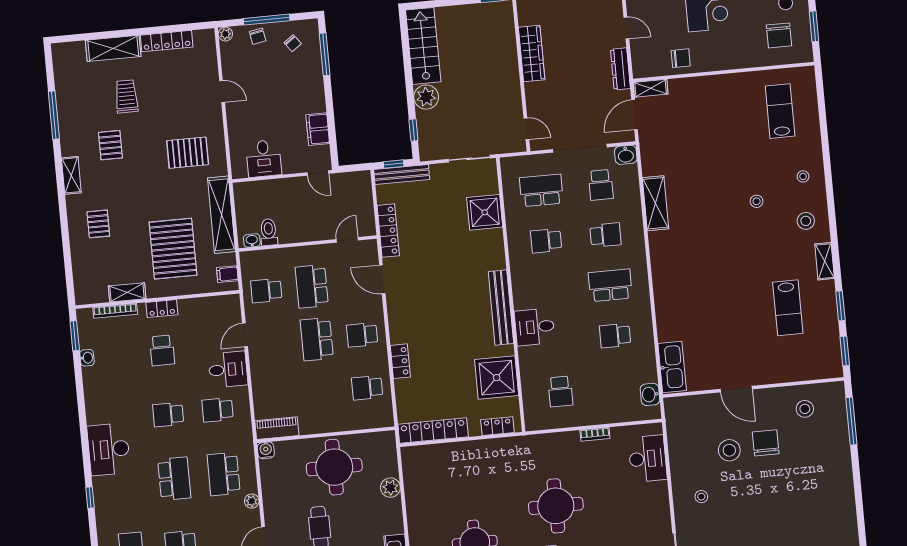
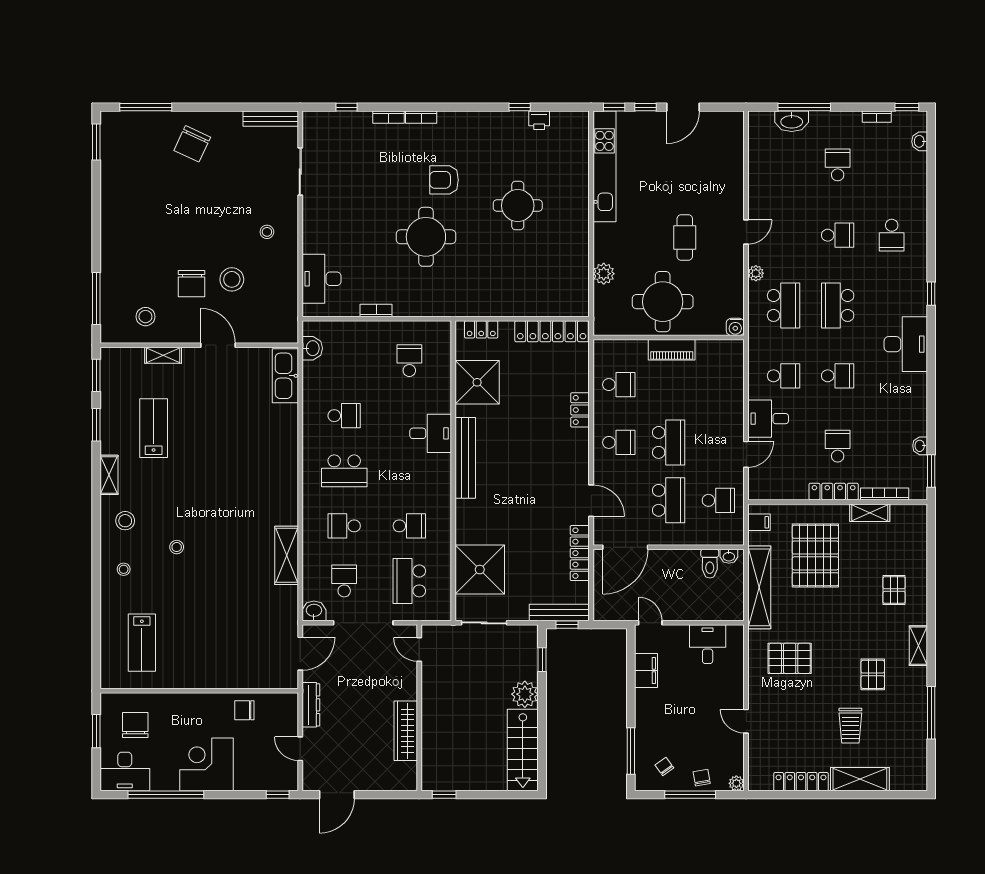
shelving: (651, 88) -> (163, 355), moved
school desk: (541, 190) -> (409, 581), turned 90
shower: (485, 212) -> (480, 570), width x1.37, depth x1.37
door: (347, 240) -> (625, 547), width x1.88
locker: (162, 309) -> (834, 492), width x1.53
piano: (277, 428) -> (672, 350), moved

